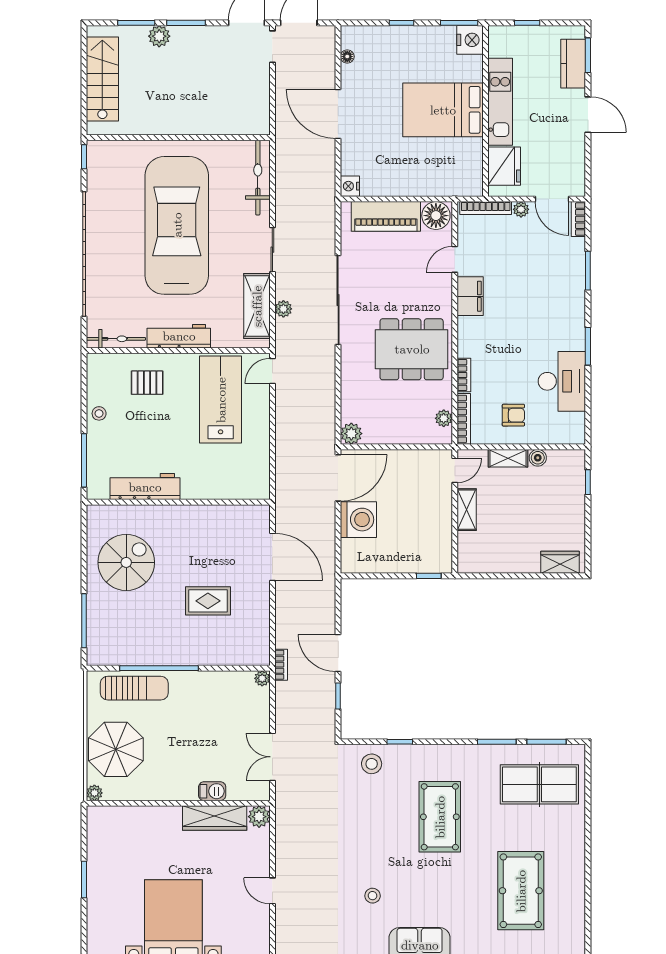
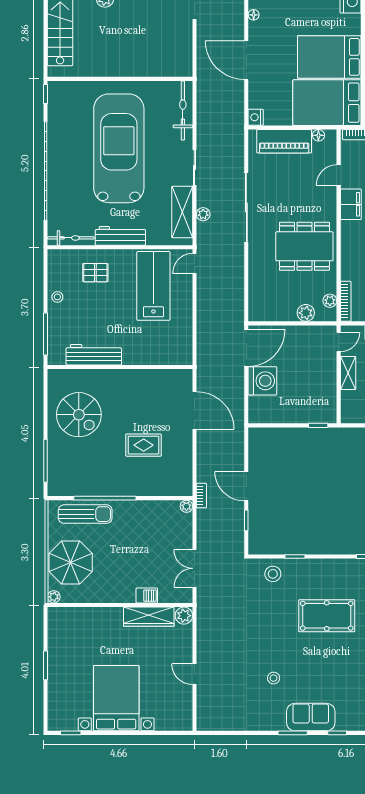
bed: (440, 168) -> (327, 103), added
floor lamp: (436, 216) -> (318, 135), width x0.53, depth x0.53
bookcase: (464, 375) -> (346, 267), removed
plant: (351, 434) -> (306, 313), moved
spiral stairs: (126, 562) -> (79, 415), turned 90
pool table: (440, 817) -> (327, 616), turned 90

